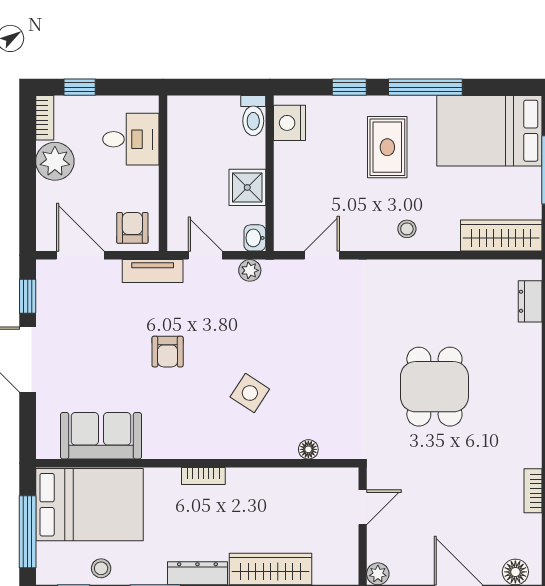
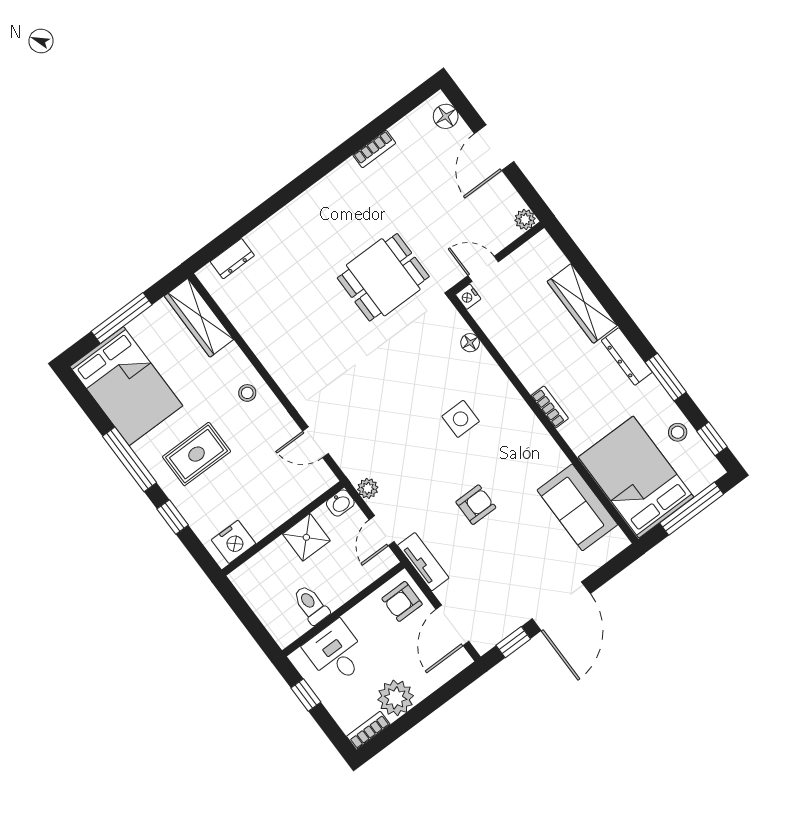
window: (80, 87) -> (306, 695), moved
toilet: (253, 116) -> (311, 605), moved, turned -90
dining table: (434, 387) -> (383, 277), moved
side table: (250, 393) -> (461, 419), turned -33
nightstand: (348, 477) -> (468, 297), added

